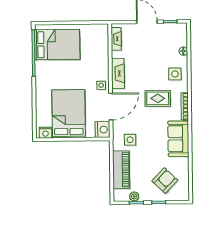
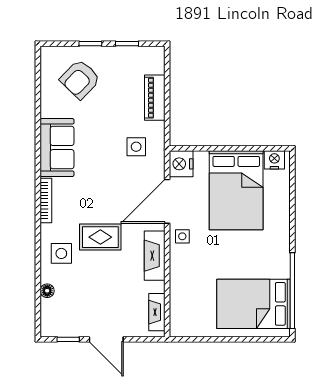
rug: (158, 98) -> (100, 237), moved
piano: (121, 170) -> (155, 98), width x0.73, depth x0.75
plant: (134, 196) -> (131, 54), removed

